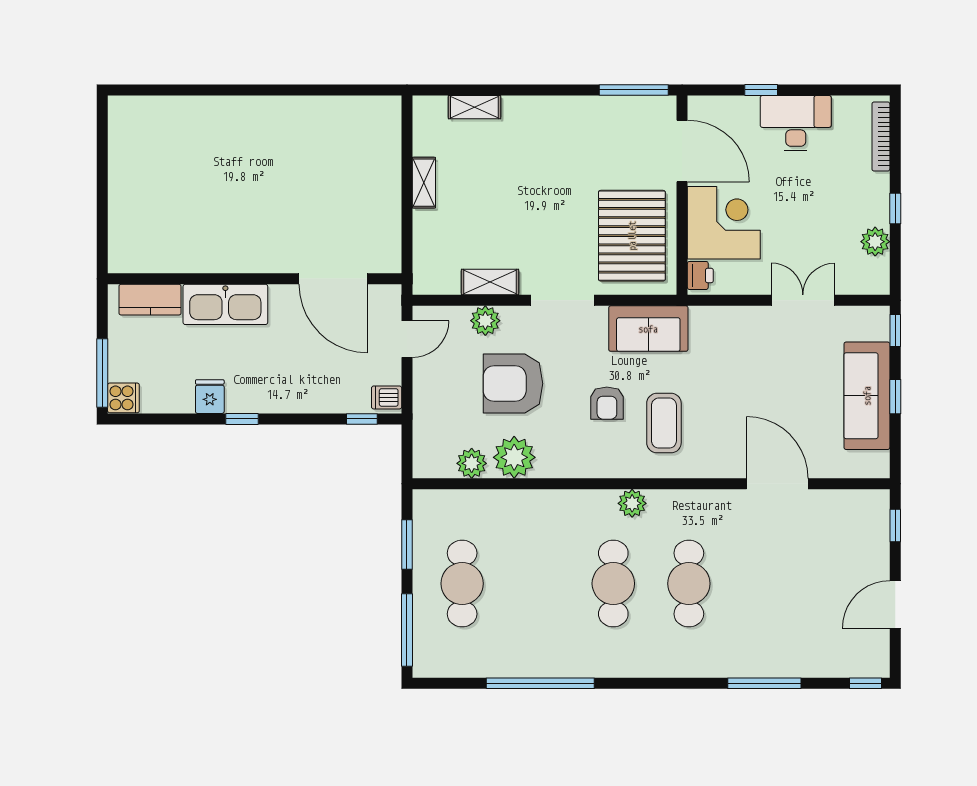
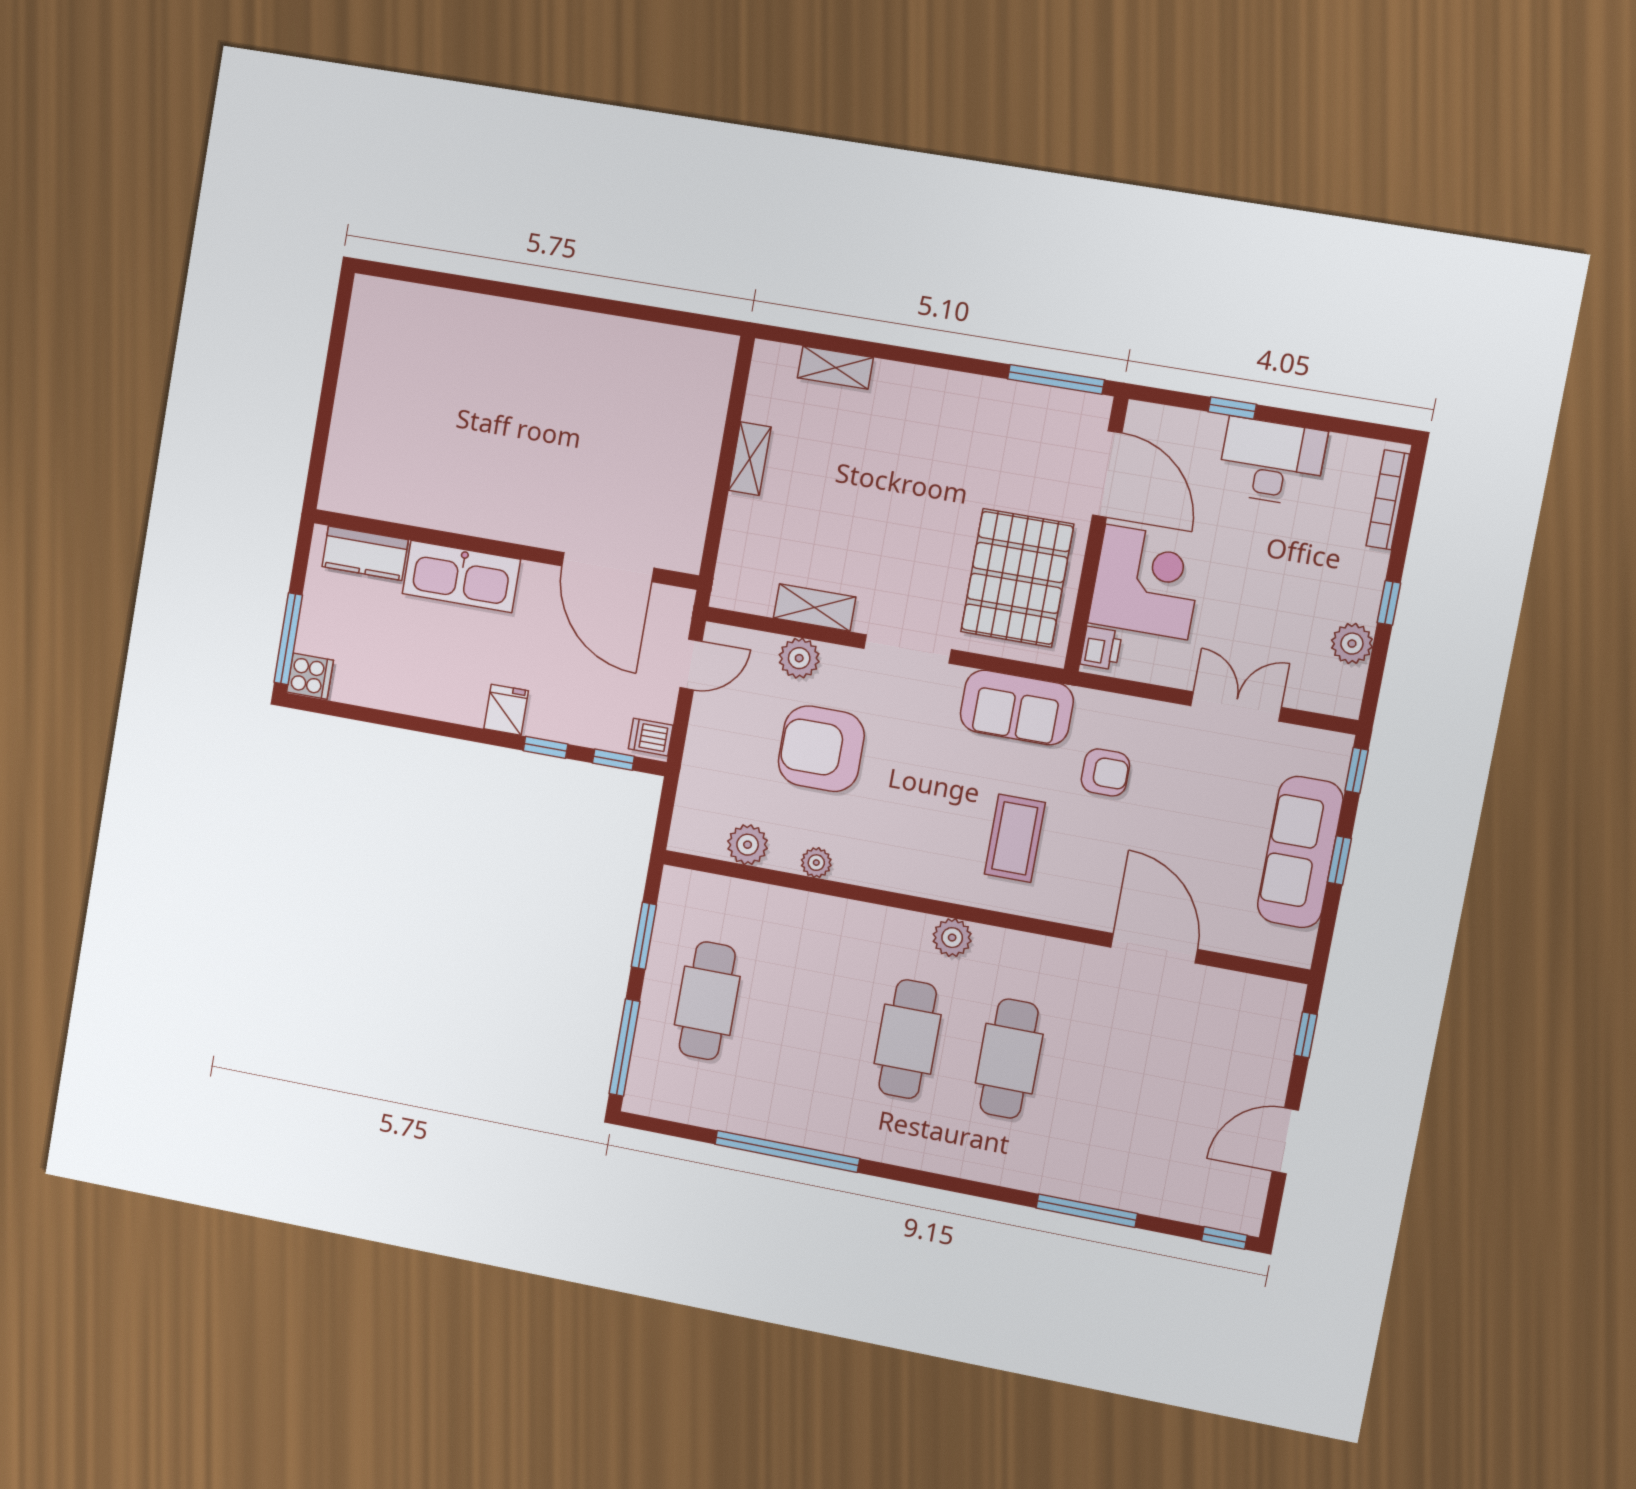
fridge: (210, 397) -> (506, 710), moved
armchair: (607, 403) -> (1105, 772), moved, turned -90
window: (242, 419) -> (546, 747), moved
plant: (514, 457) -> (816, 863), width x0.53, depth x0.53

